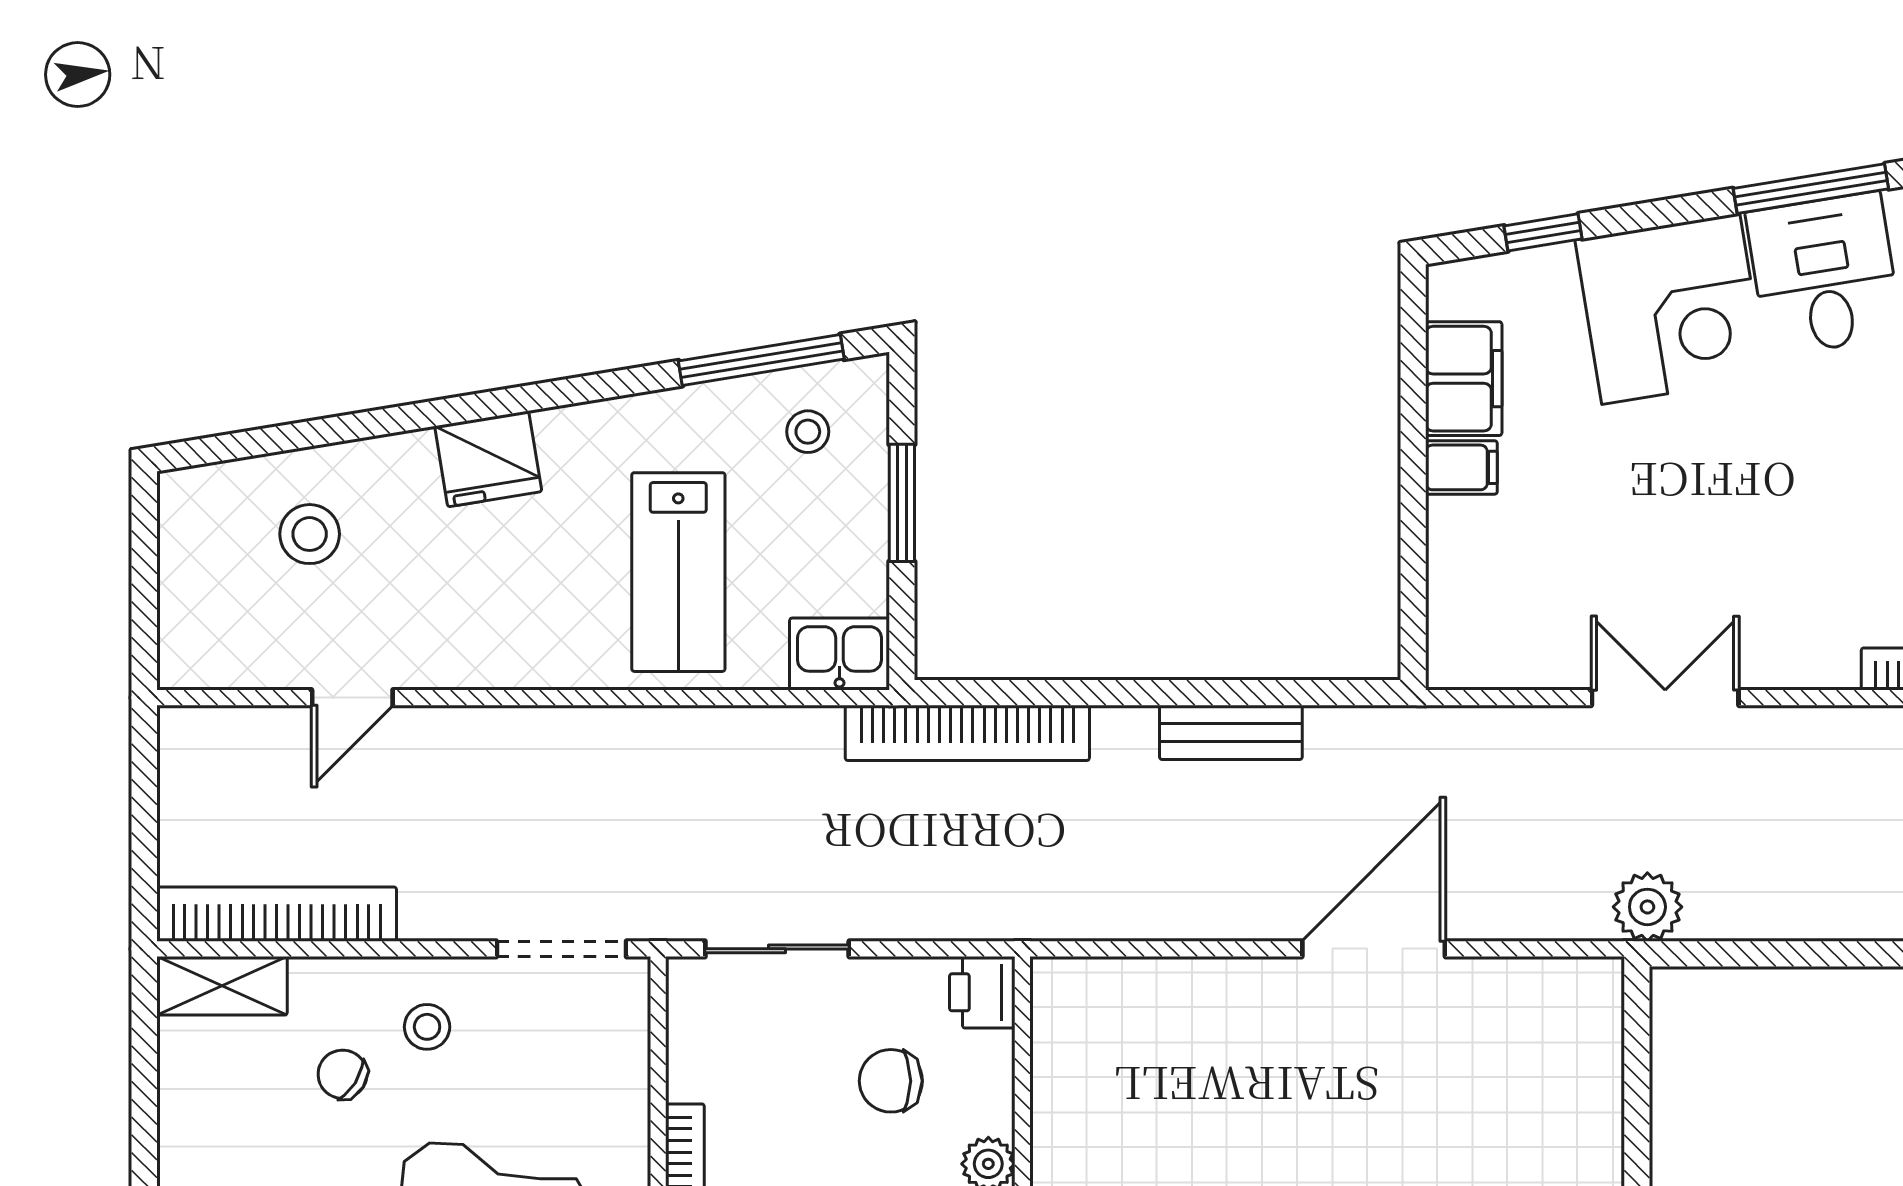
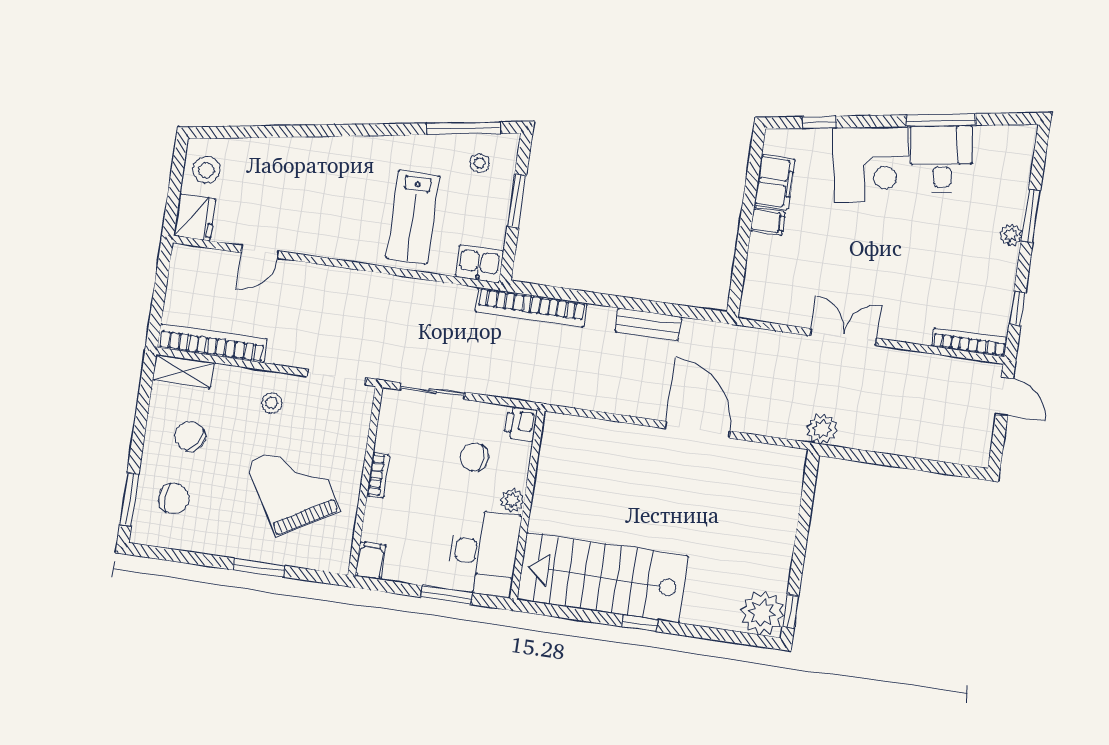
fridge: (488, 459) -> (195, 217), moved, turned -81
stool: (310, 534) -> (206, 170), moved
door: (1374, 949) -> (698, 430), hinge flipped
chair: (342, 1074) -> (190, 436), moved, width x1.37, depth x1.37

